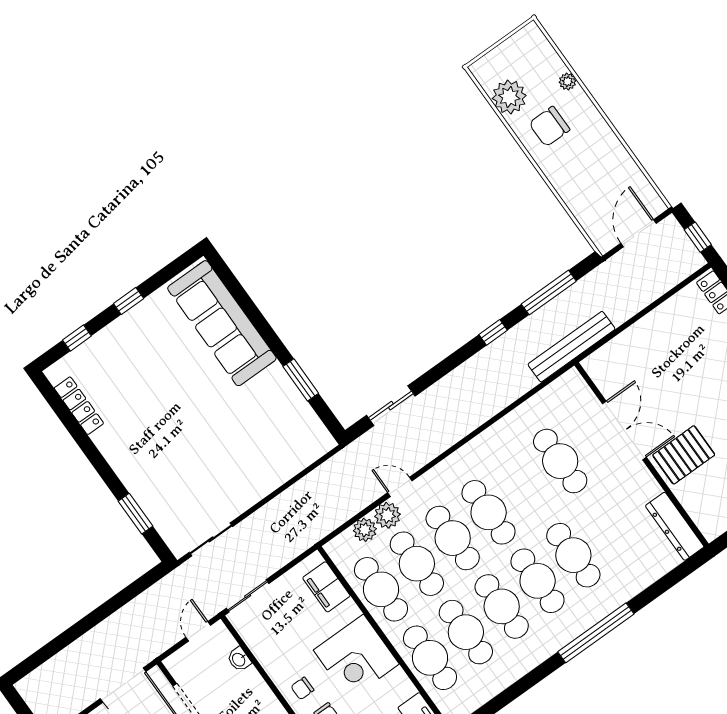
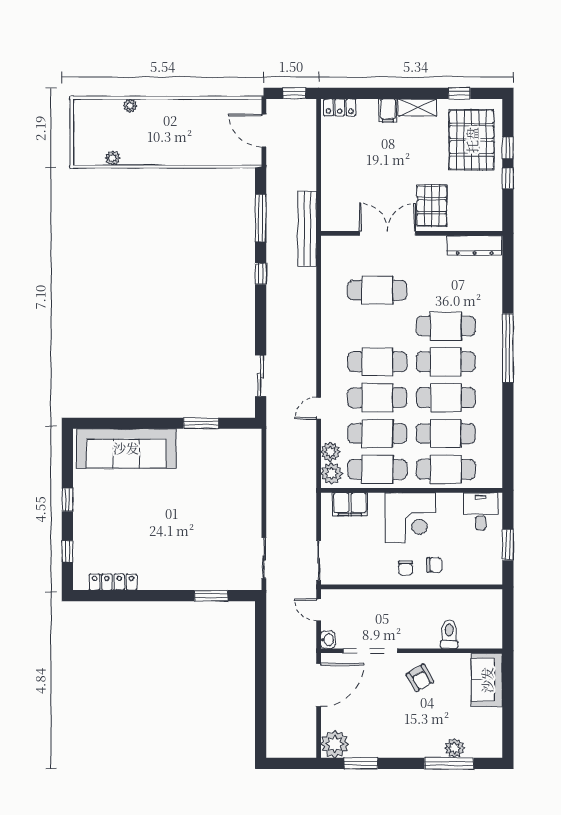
plant: (509, 97) -> (113, 158), width x0.53, depth x0.53
chair: (549, 126) -> (151, 139), removed
plant: (387, 515) -> (331, 474), moved
washbasin: (239, 659) -> (328, 640), moved, turned -90

